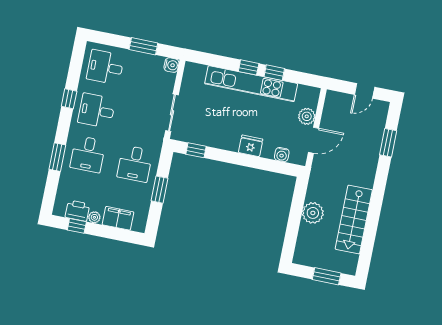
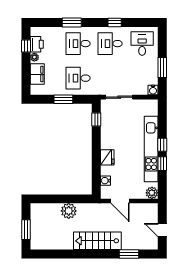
desk: (97, 111) -> (110, 44), turned -90
plant: (307, 116) -> (152, 193), moved
stairs: (354, 219) -> (97, 241), moved

